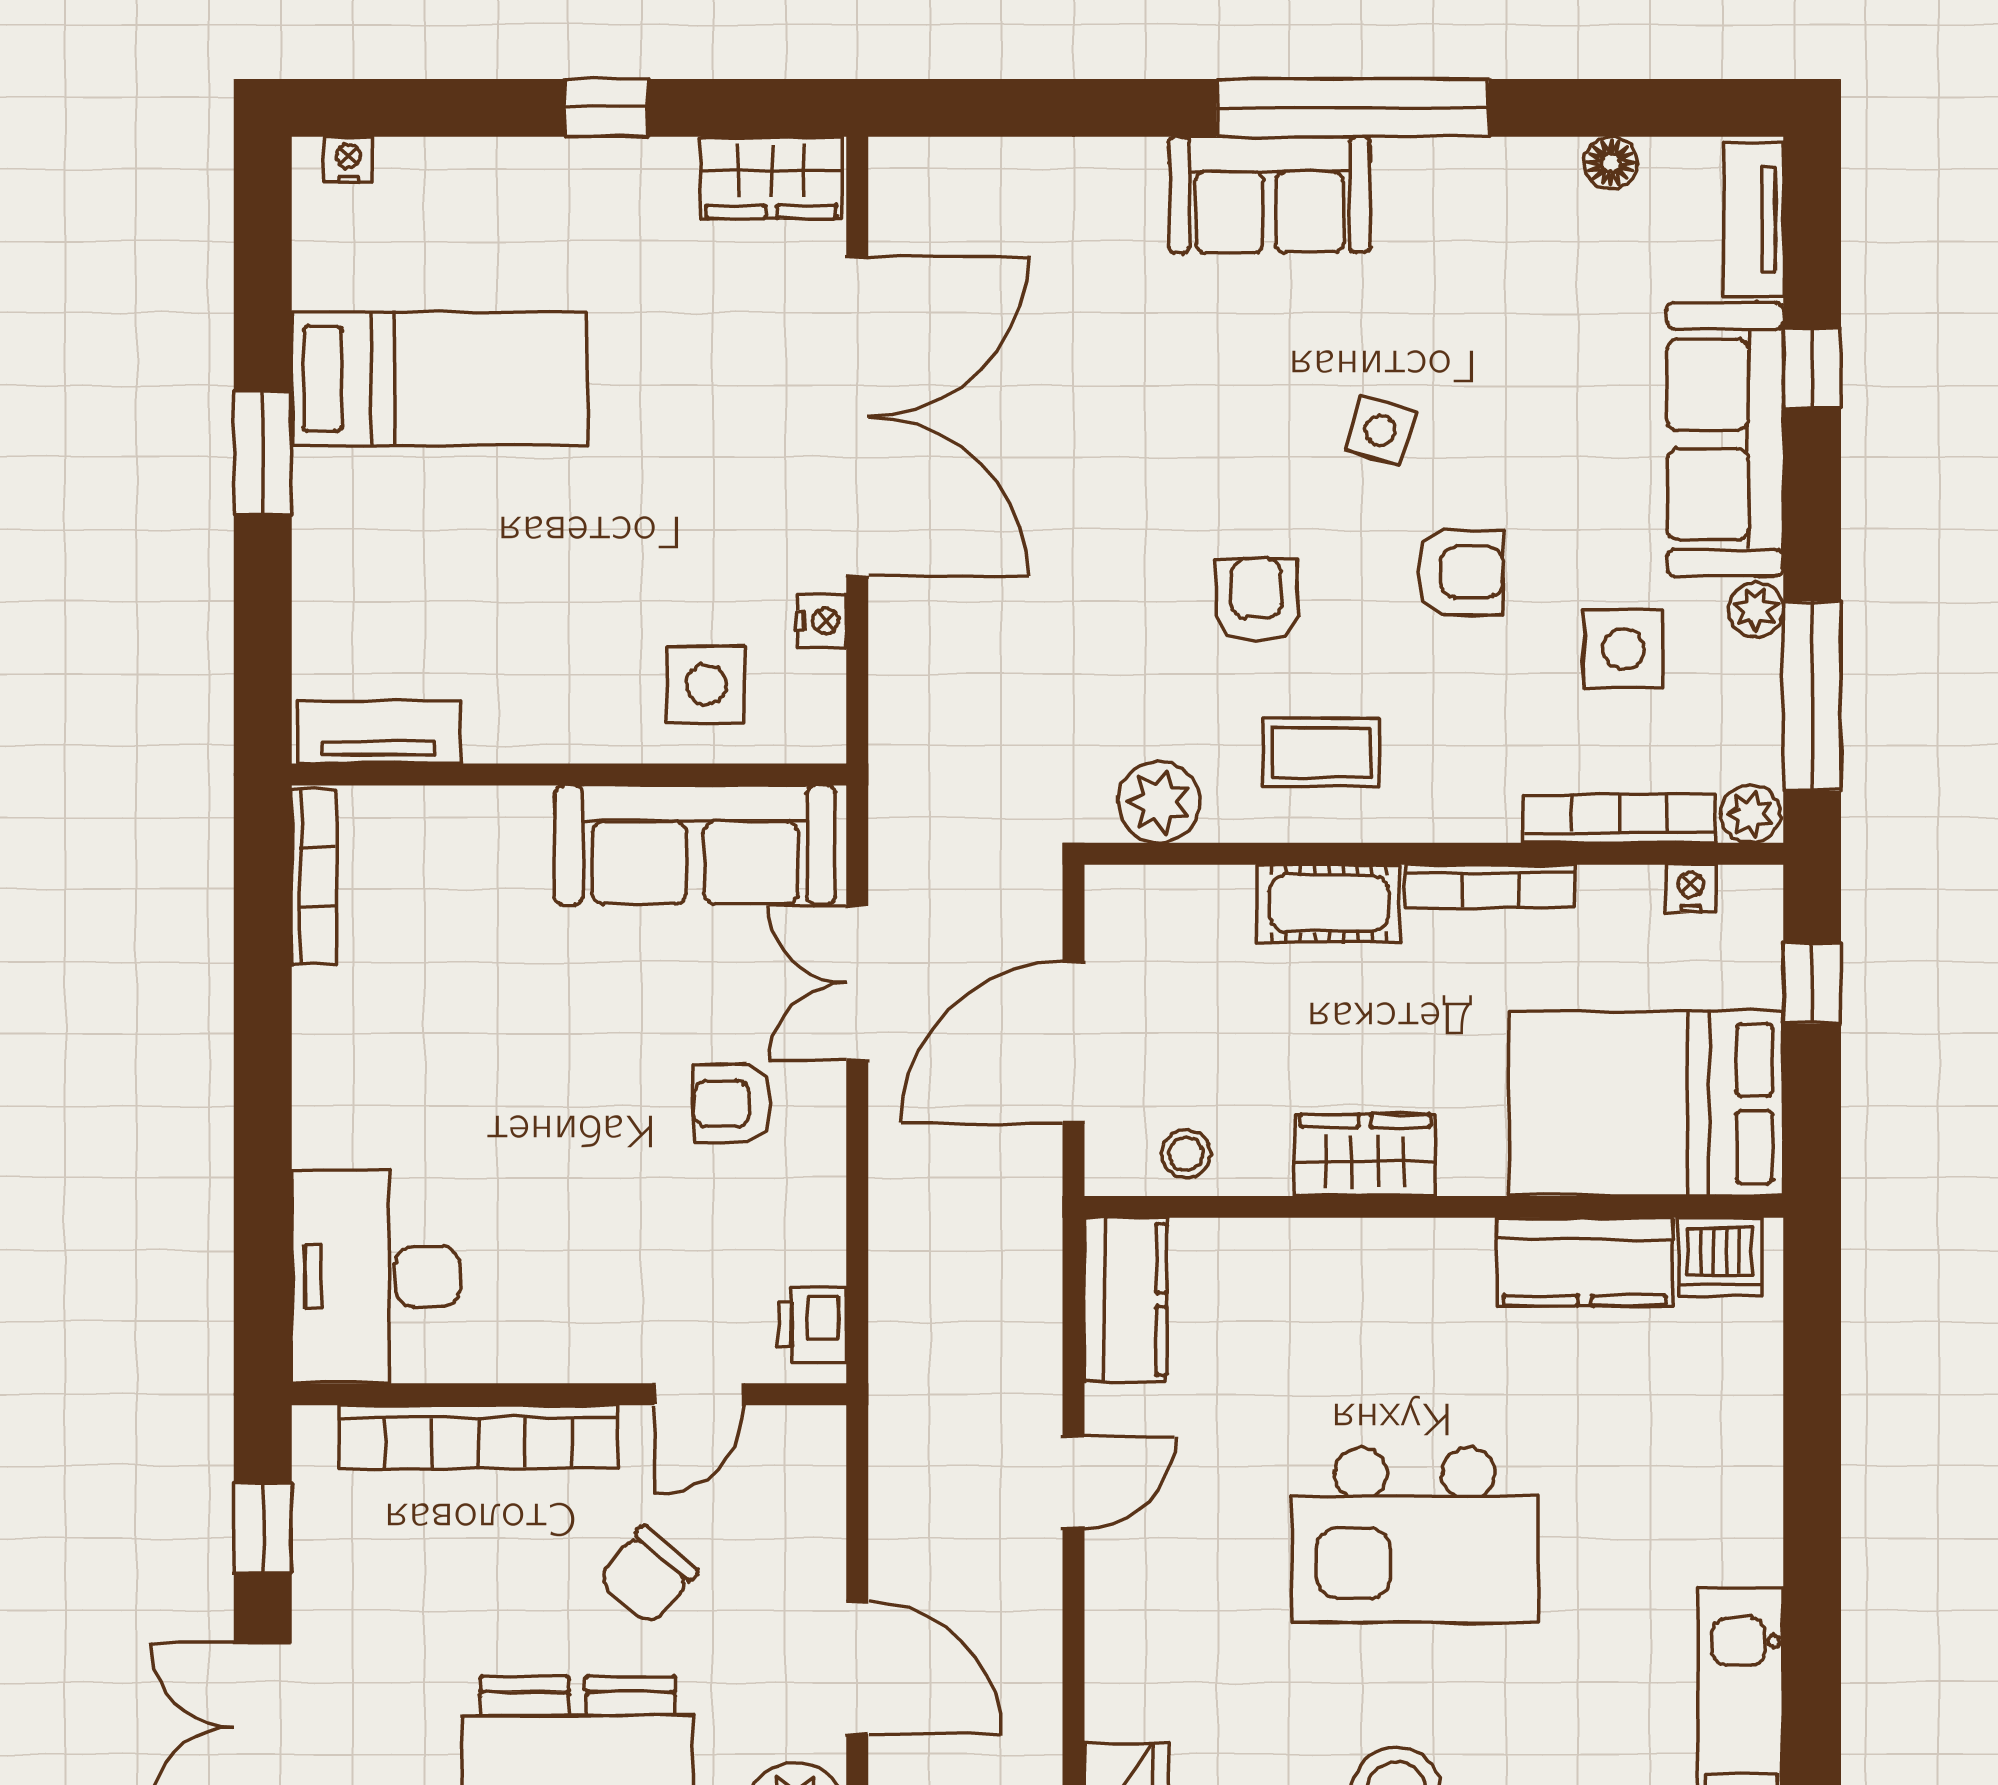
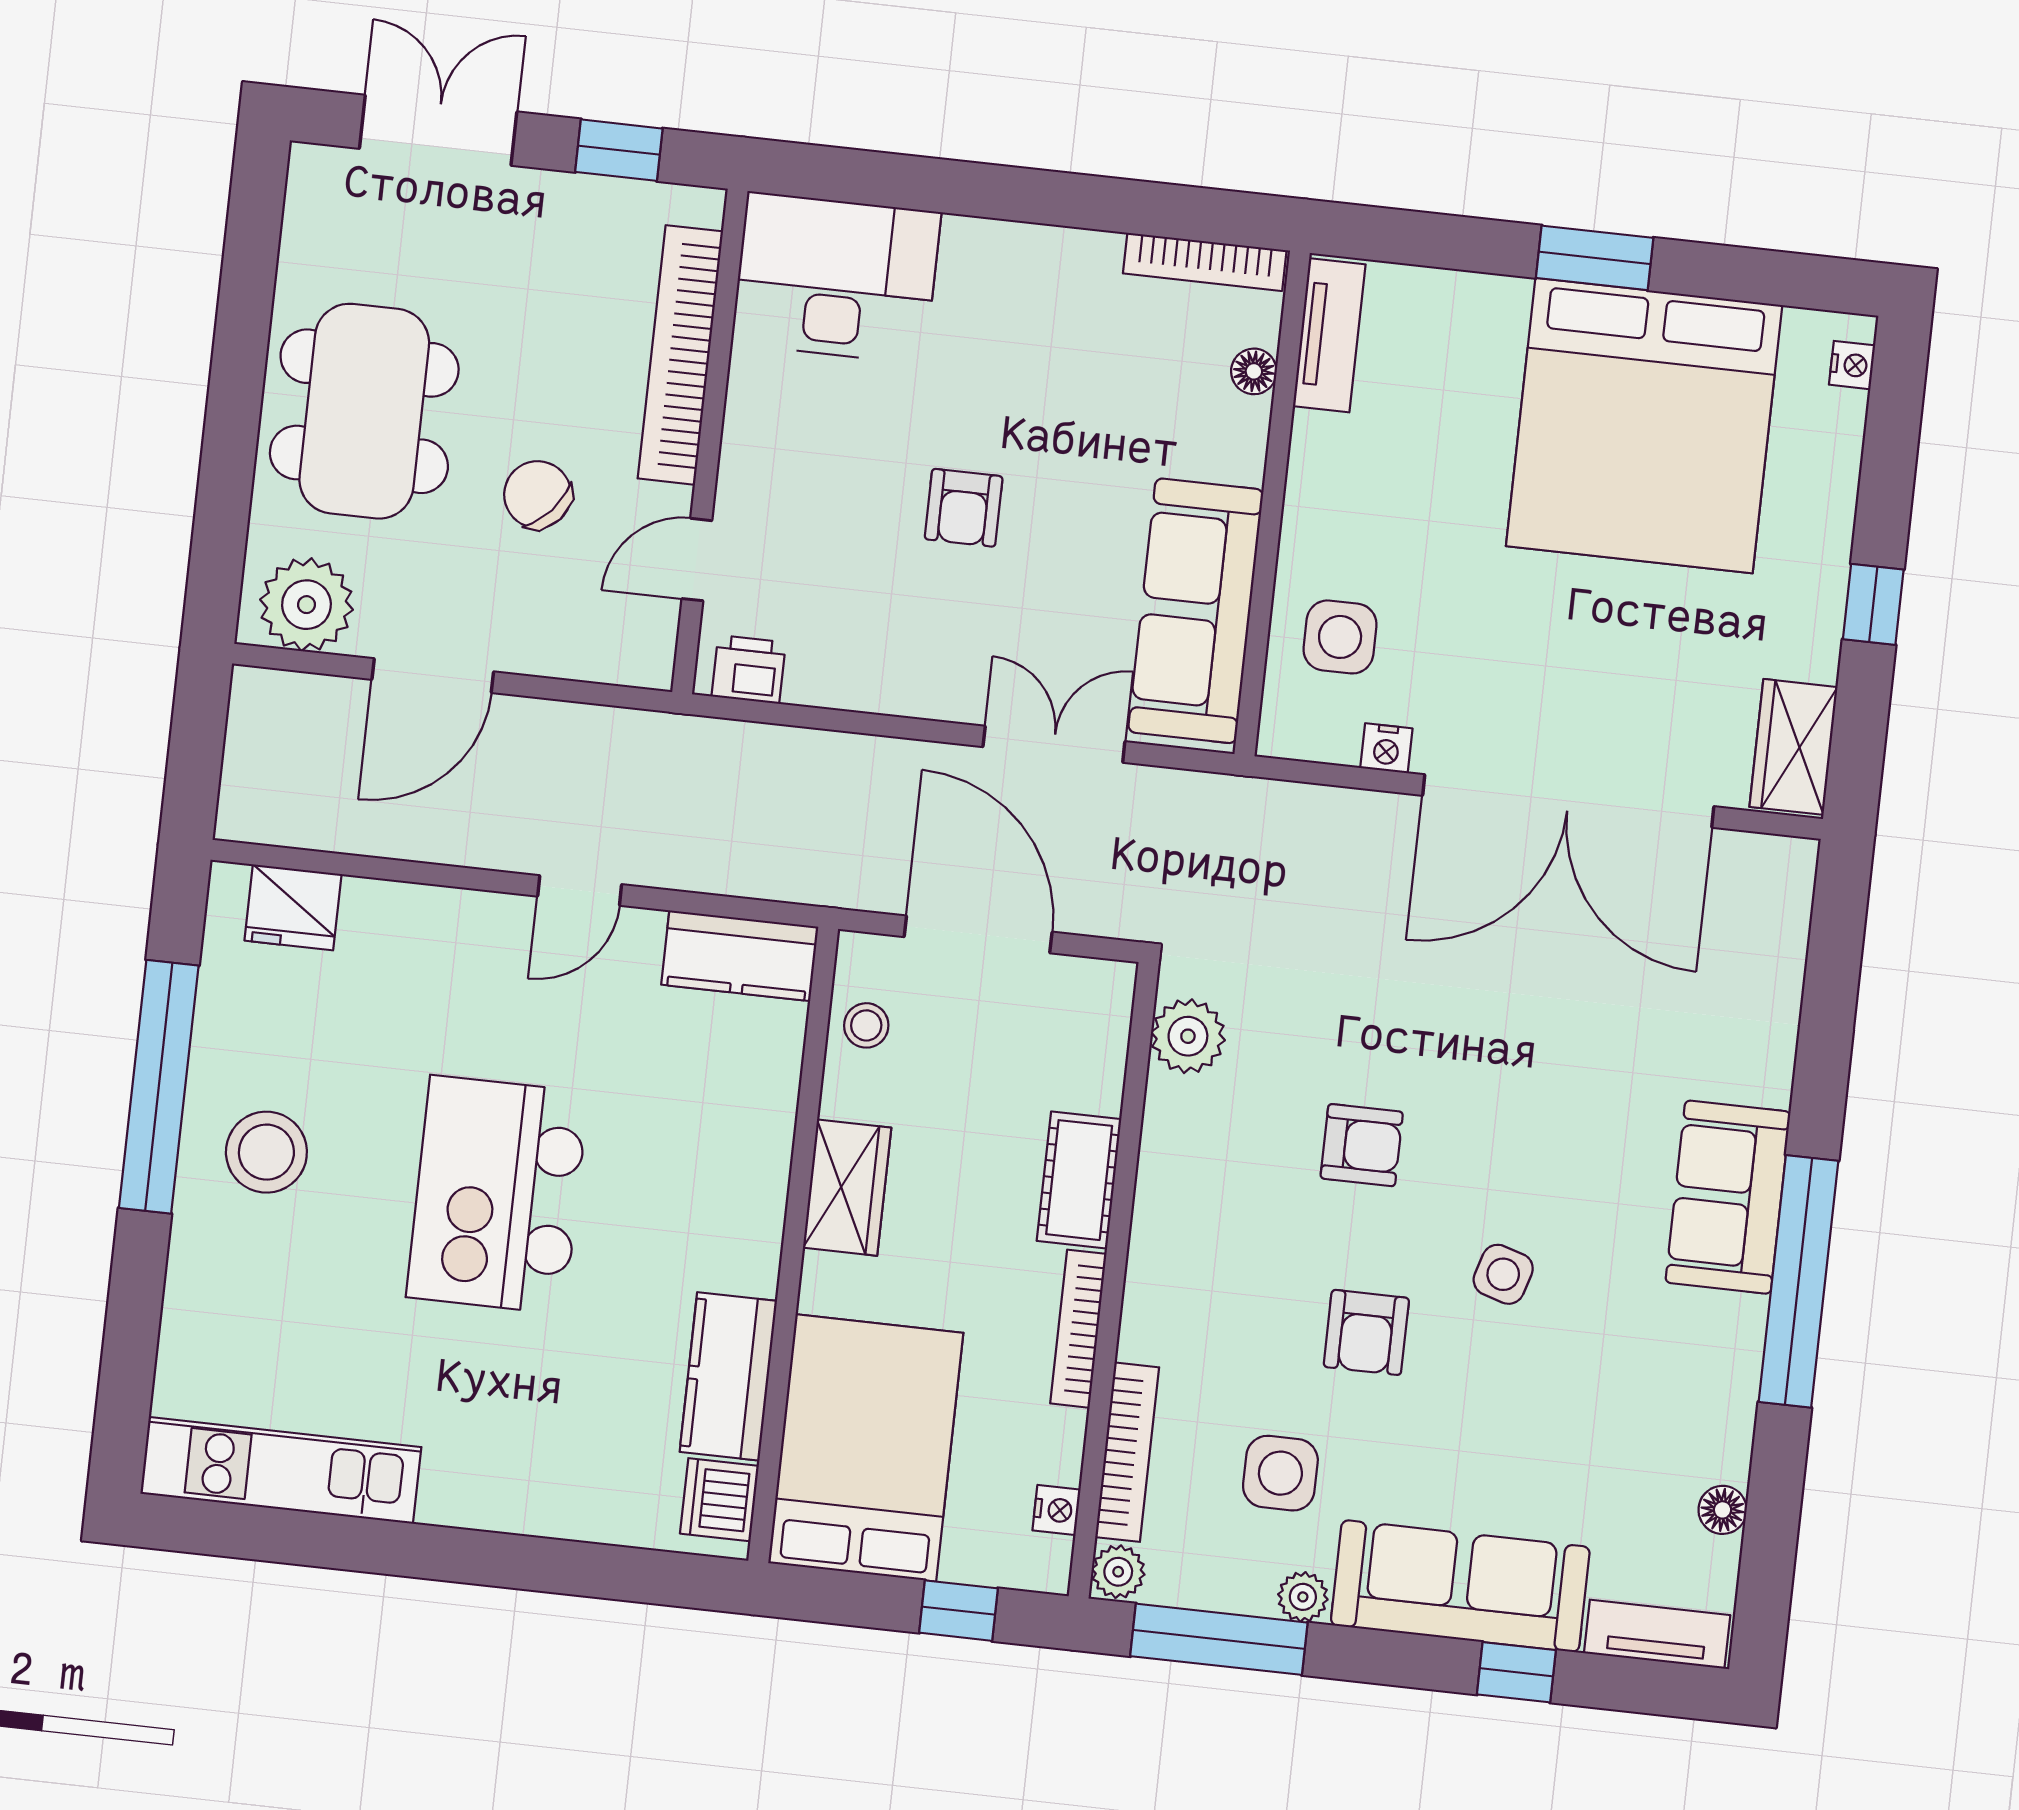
bed: (439, 379) -> (1644, 426), width x2.04
coffee table: (1321, 753) -> (1217, 1188), removed
floor lamp: (427, 810) -> (1254, 371), added
armchair: (732, 1104) -> (964, 508), moved, turned 180
door: (699, 1394) -> (697, 560), hinge flipped
door: (1073, 1482) -> (580, 890), hinge flipped

